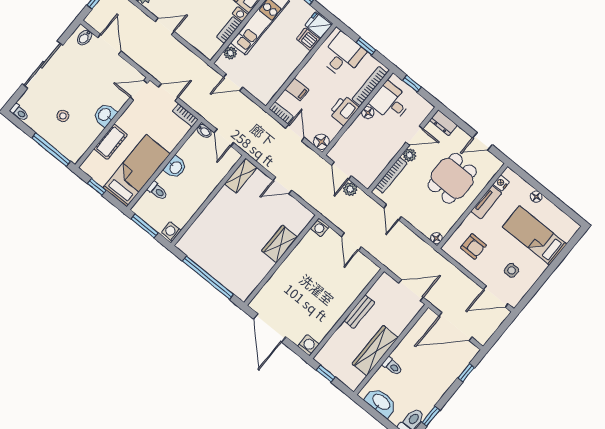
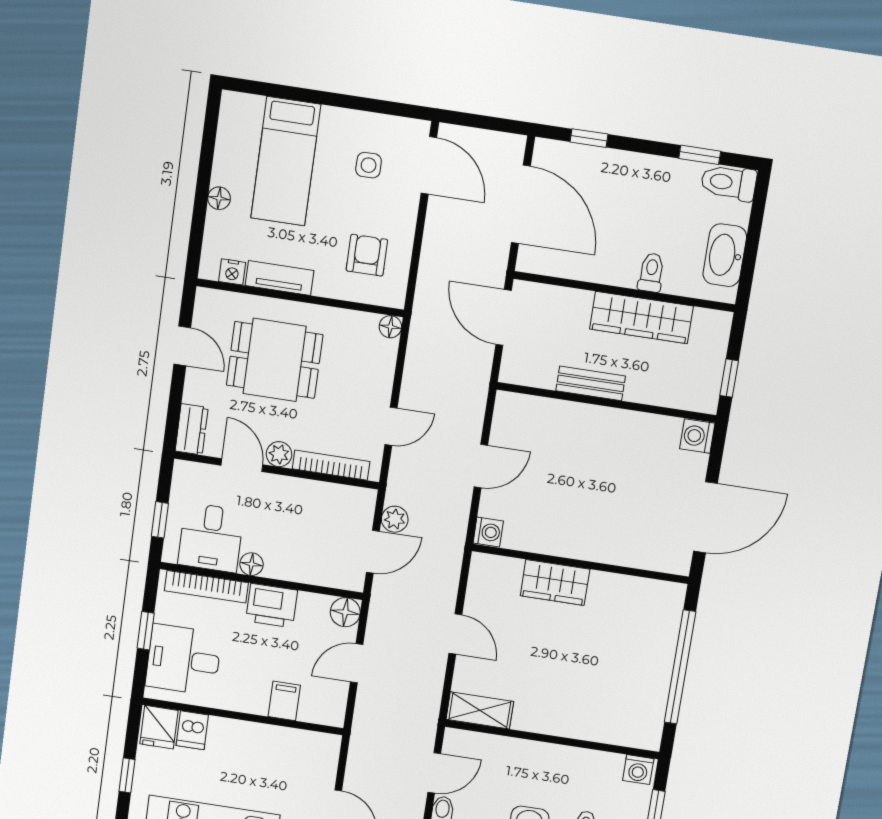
bookcase: (281, 113) -> (338, 705), removed

